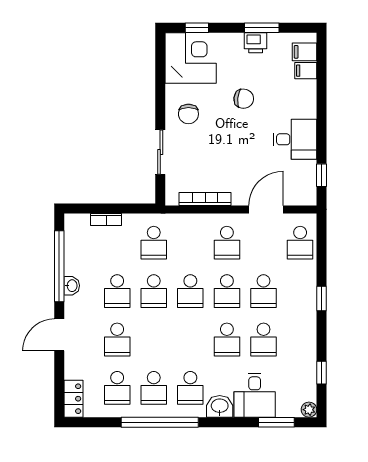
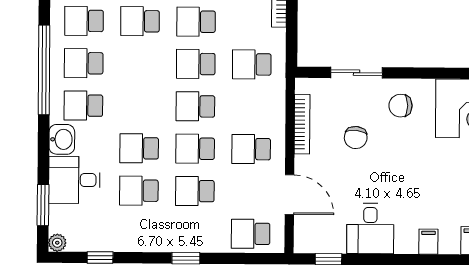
filing cabinet: (306, 71) -> (428, 242), moved
chair: (244, 99) -> (356, 138), moved

